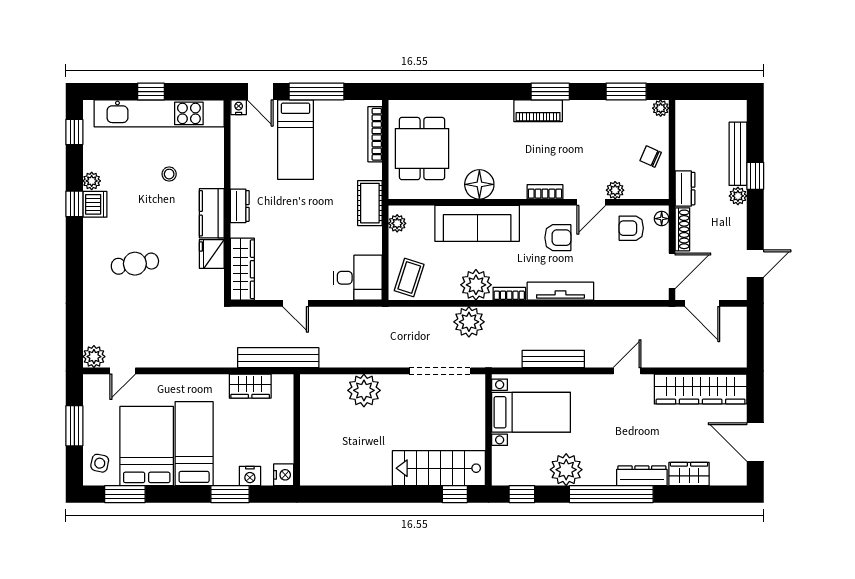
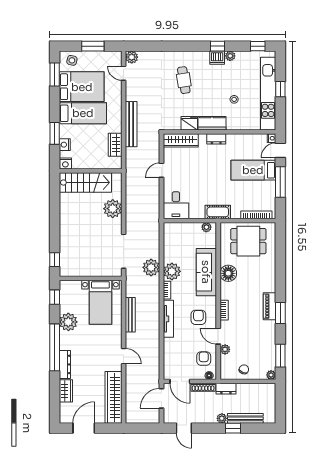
armchair: (558, 238) -> (198, 317), turned 180
coffee table: (409, 277) -> (176, 234), removed
bench: (278, 358) -> (131, 124), moved
stairs: (439, 468) -> (85, 183), moved, turned 90

